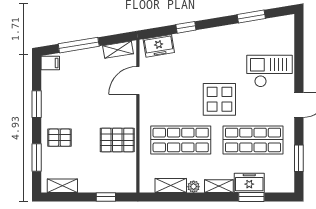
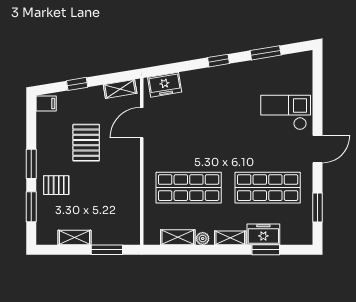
window: (186, 27) -> (218, 61), moved
window: (79, 45) -> (77, 84), width x0.46
display table: (219, 99) -> (231, 143), removed
window: (37, 104) -> (31, 164), moved
pallet: (117, 140) -> (86, 143), moved, turned 90
shelving: (62, 186) -> (74, 238), moved
window: (106, 197) -> (107, 250), width x1.50

